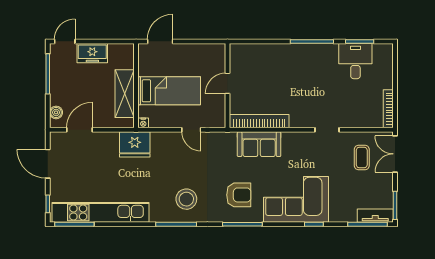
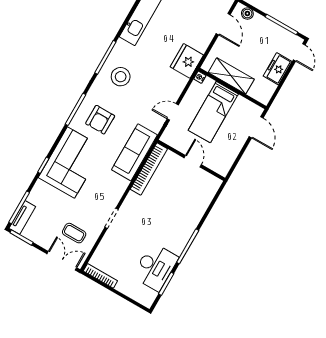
desk: (355, 61) -> (155, 267), width x1.37
sofa: (259, 144) -> (134, 152), width x1.36

